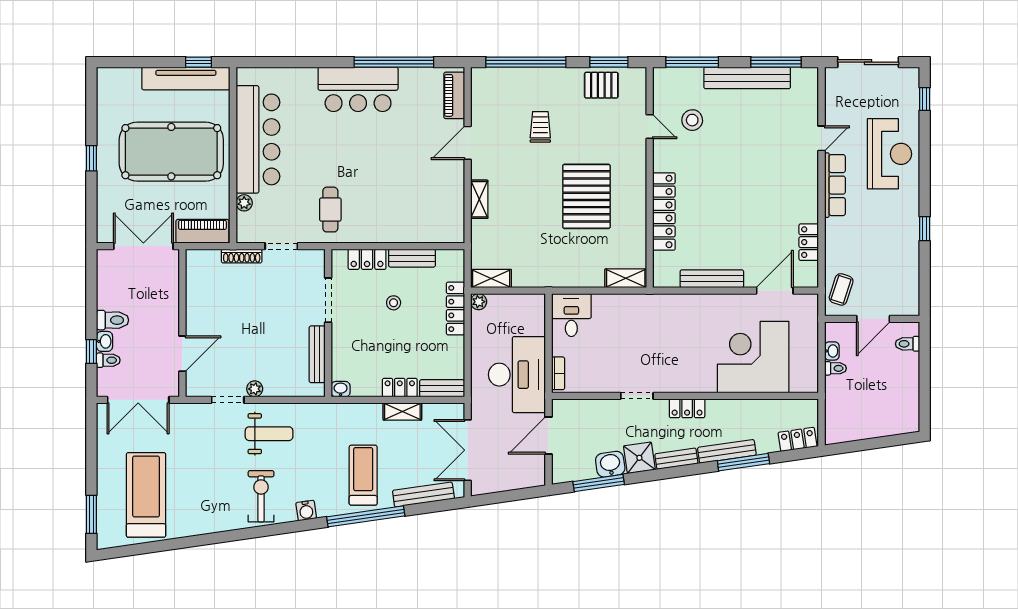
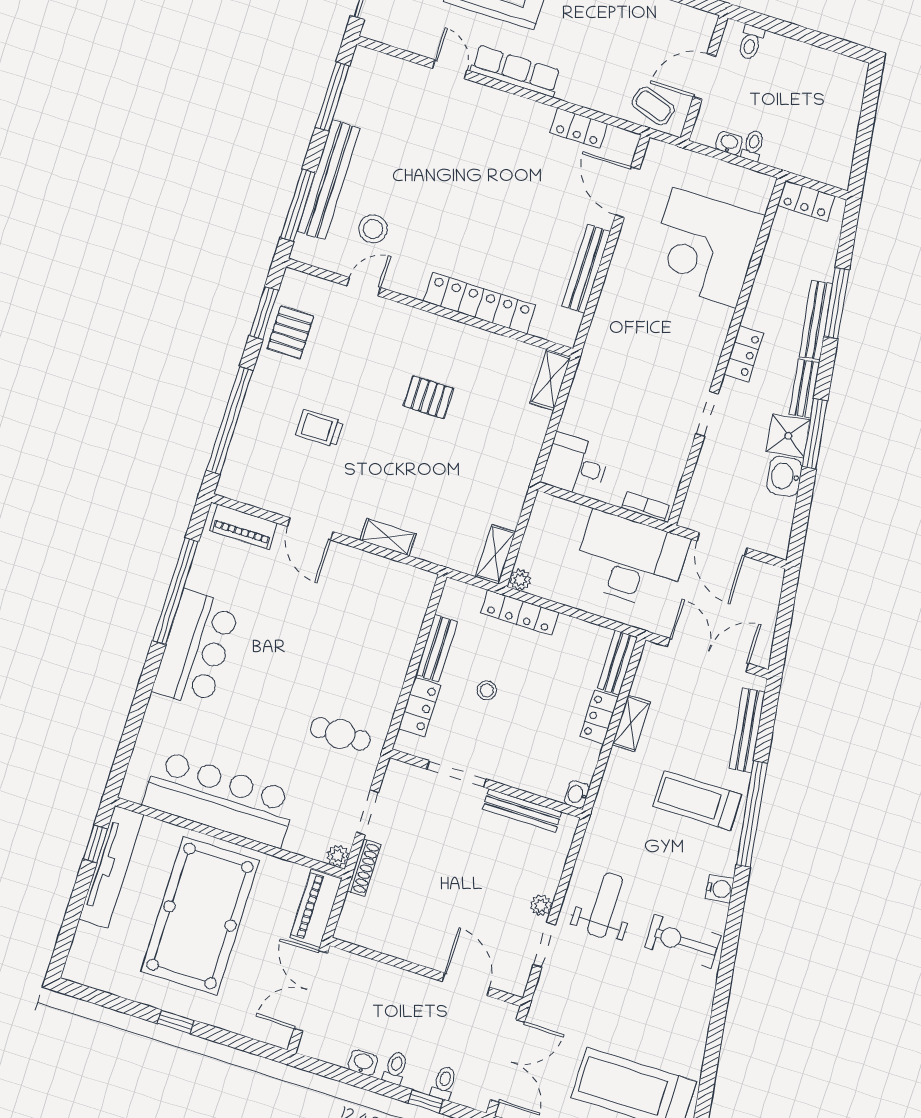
bench: (747, 78) -> (329, 180), moved
pallet: (586, 196) -> (428, 397), width x0.49, depth x0.50
plant: (244, 203) -> (338, 856), moved
door: (873, 319) -> (705, 76), swing flipped
toilet: (113, 320) -> (395, 1068), width x0.73, depth x0.72
washbasin: (105, 341) -> (363, 1063), moved
locker: (798, 439) -> (806, 201), moved, turned -82
double door: (468, 450) -> (708, 655), swing flipped
window: (599, 483) -> (815, 434), moved

